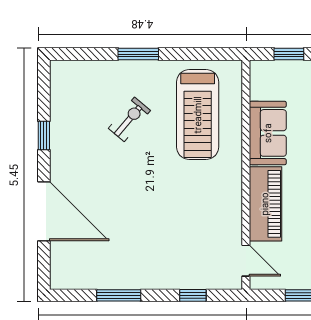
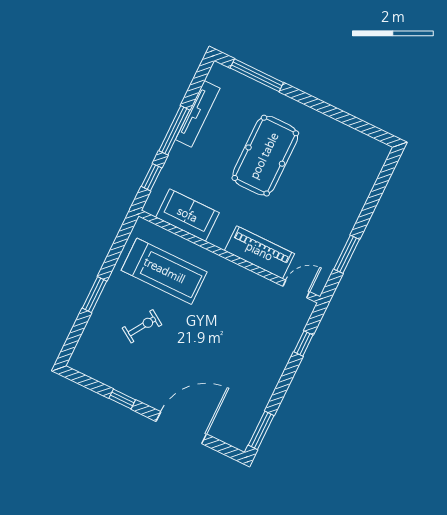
exercise bike: (129, 119) -> (142, 326), turned 83
sofa: (268, 133) -> (187, 215), moved
window: (119, 295) -> (261, 430), moved

